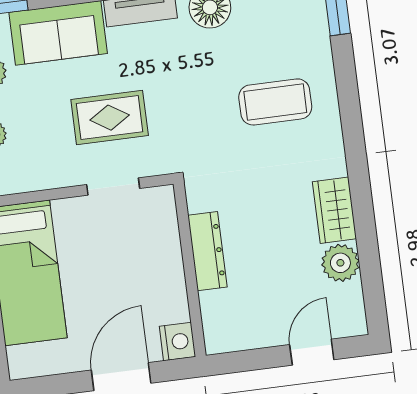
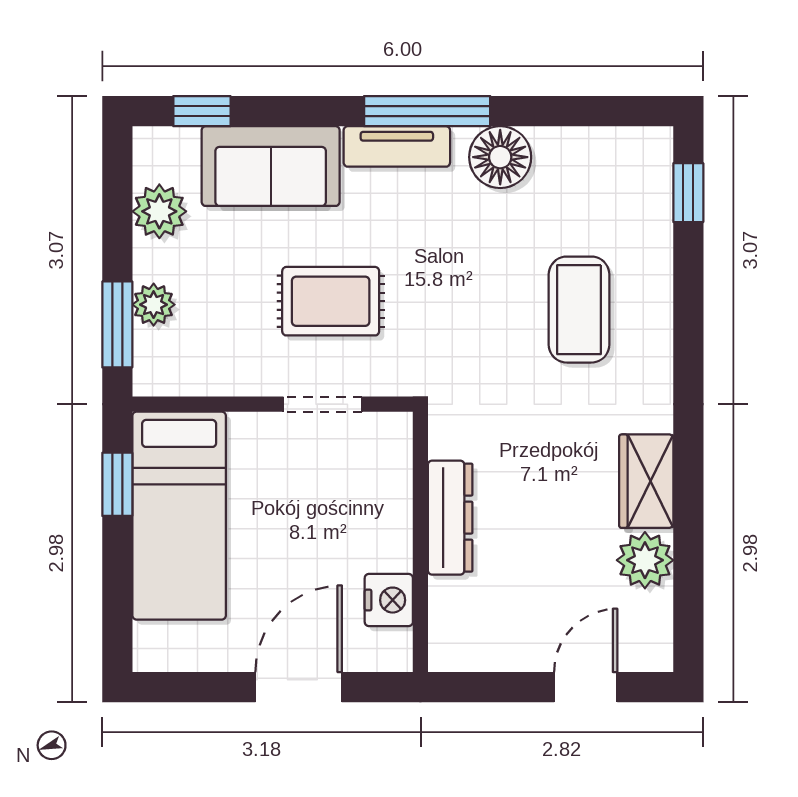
coffee table: (275, 102) -> (579, 310), turned 90
nightstand: (177, 342) -> (389, 600), moved

